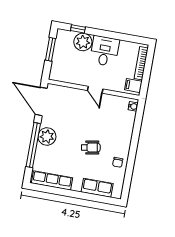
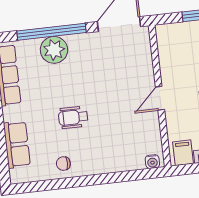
plant: (47, 137) -> (54, 50), moved
wheelchair: (91, 148) -> (73, 117), turned 100

